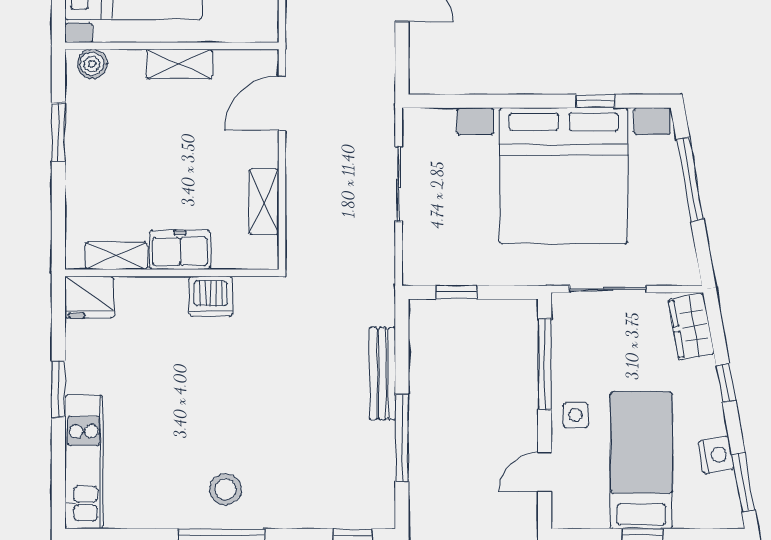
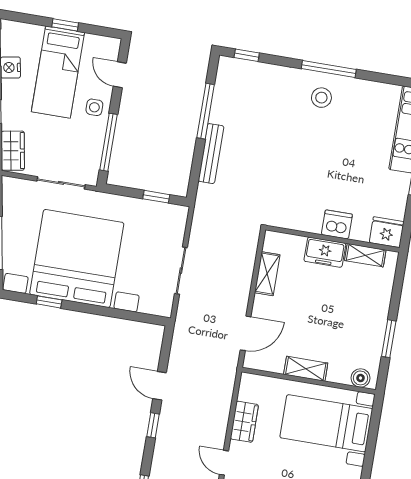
dishwasher: (211, 296) -> (337, 224), moved
door: (545, 472) -> (120, 75), swing flipped

